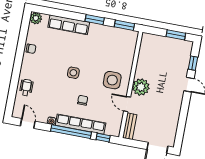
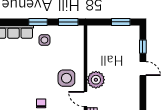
side table: (73, 73) -> (44, 40), moved

